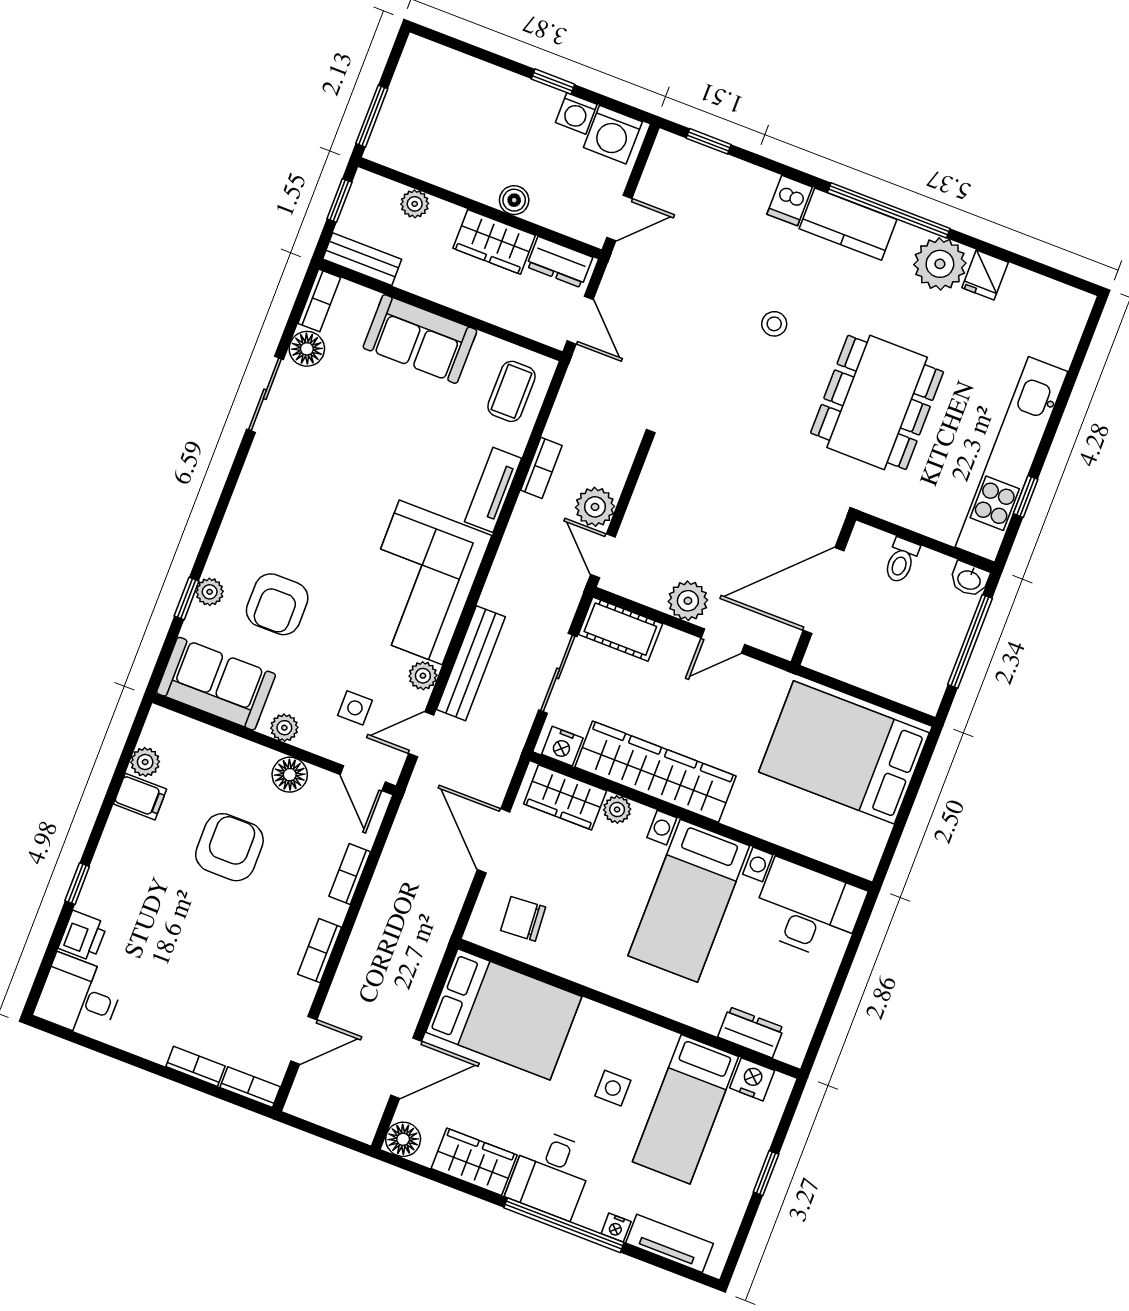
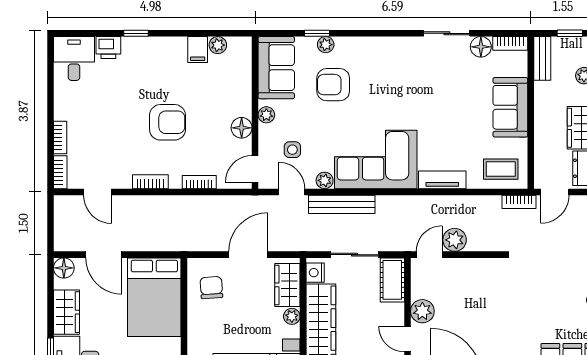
bookcase: (541, 468) -> (519, 202), moved
armchair: (229, 847) -> (167, 122), moved

